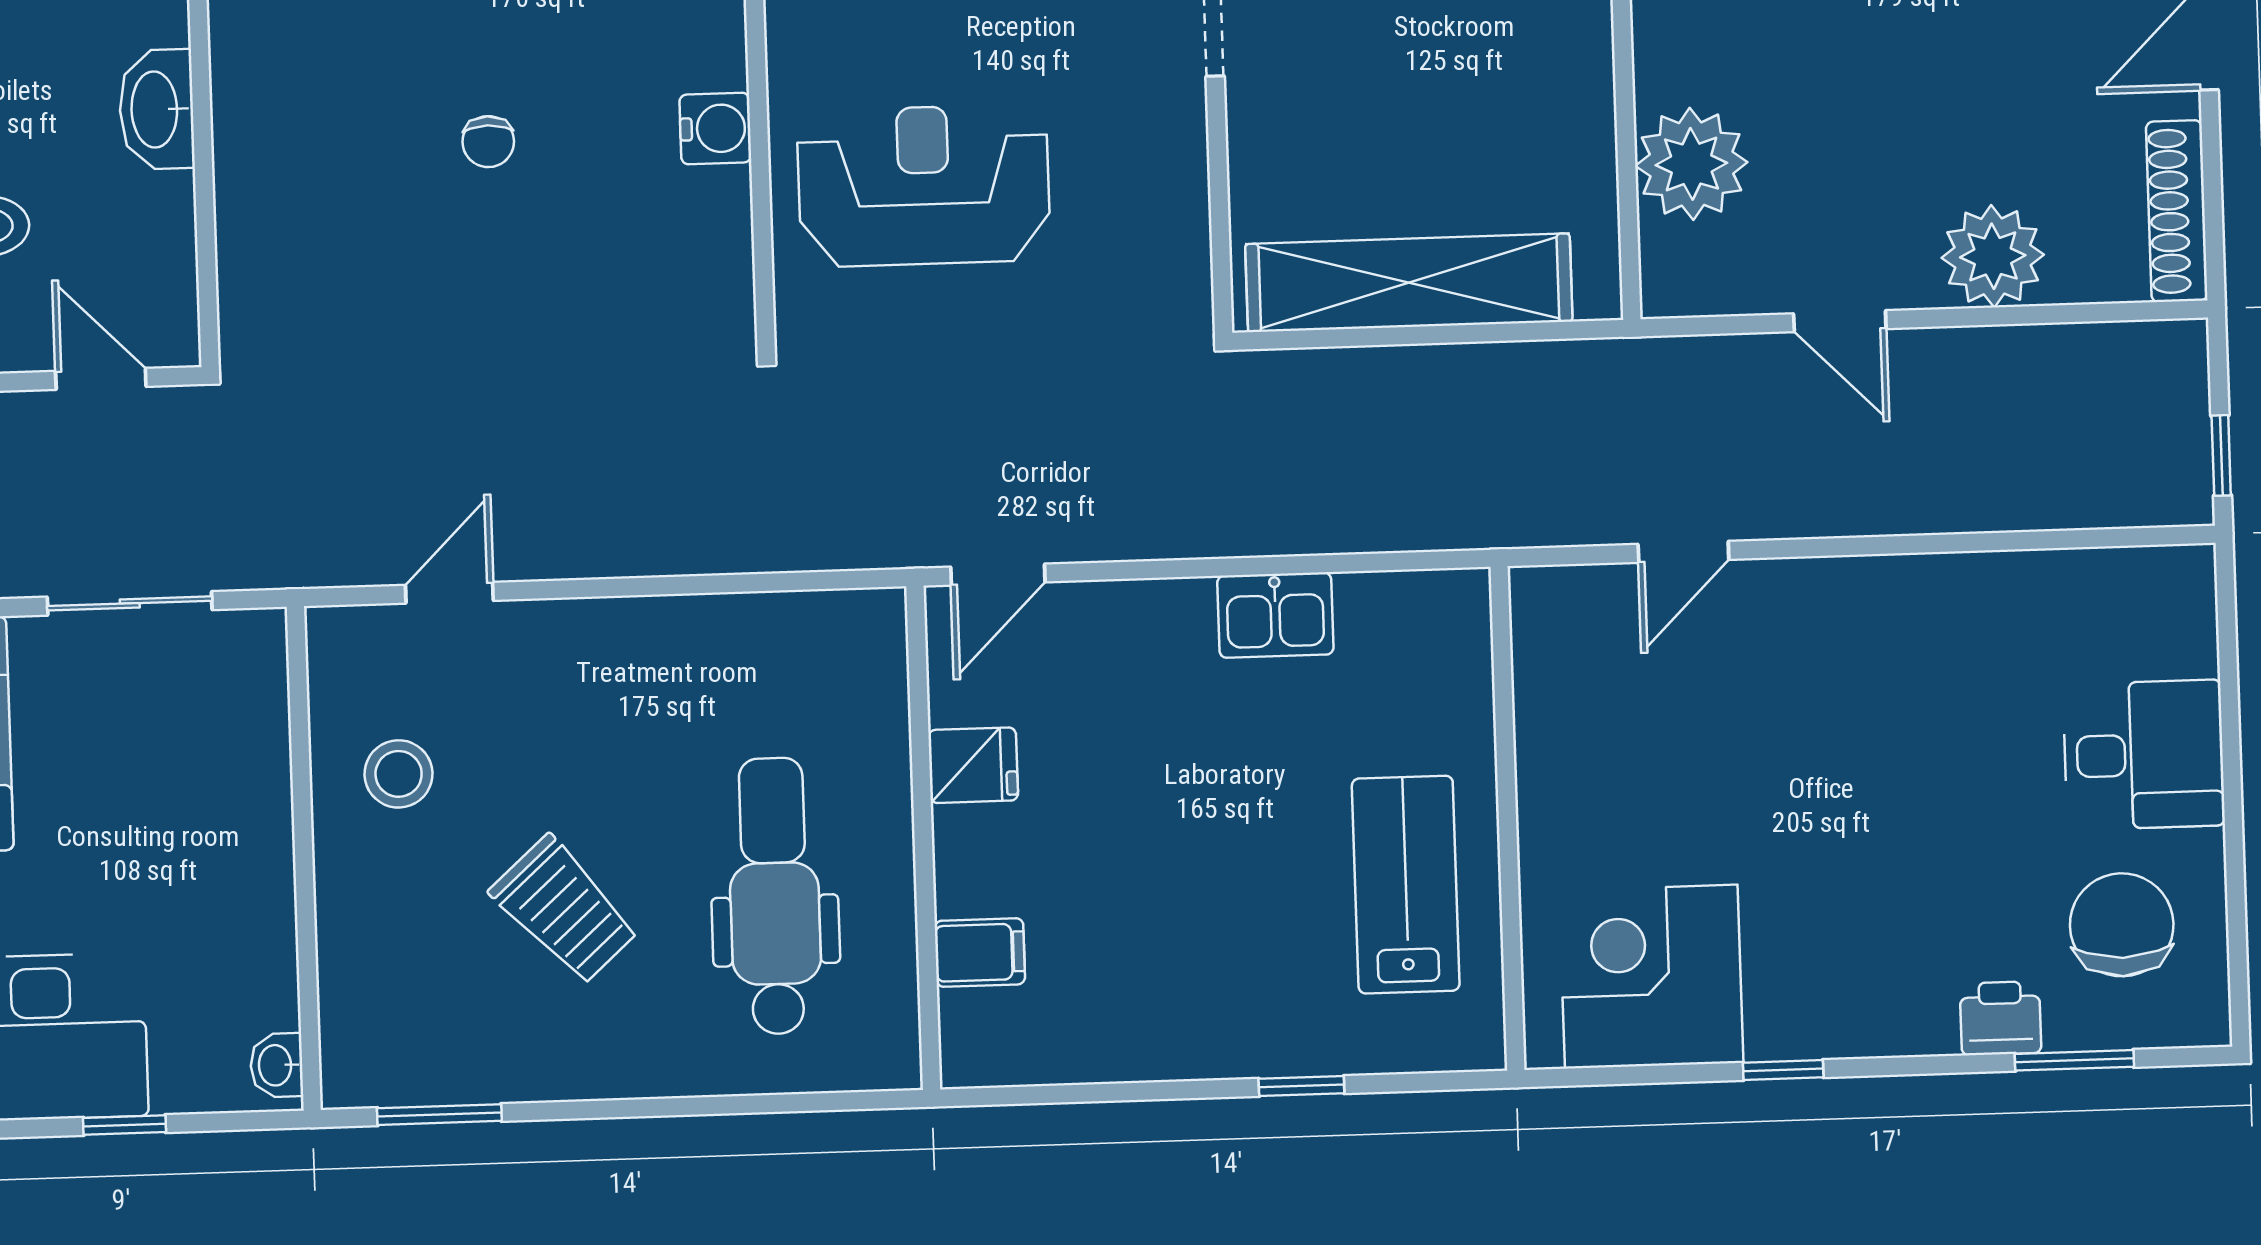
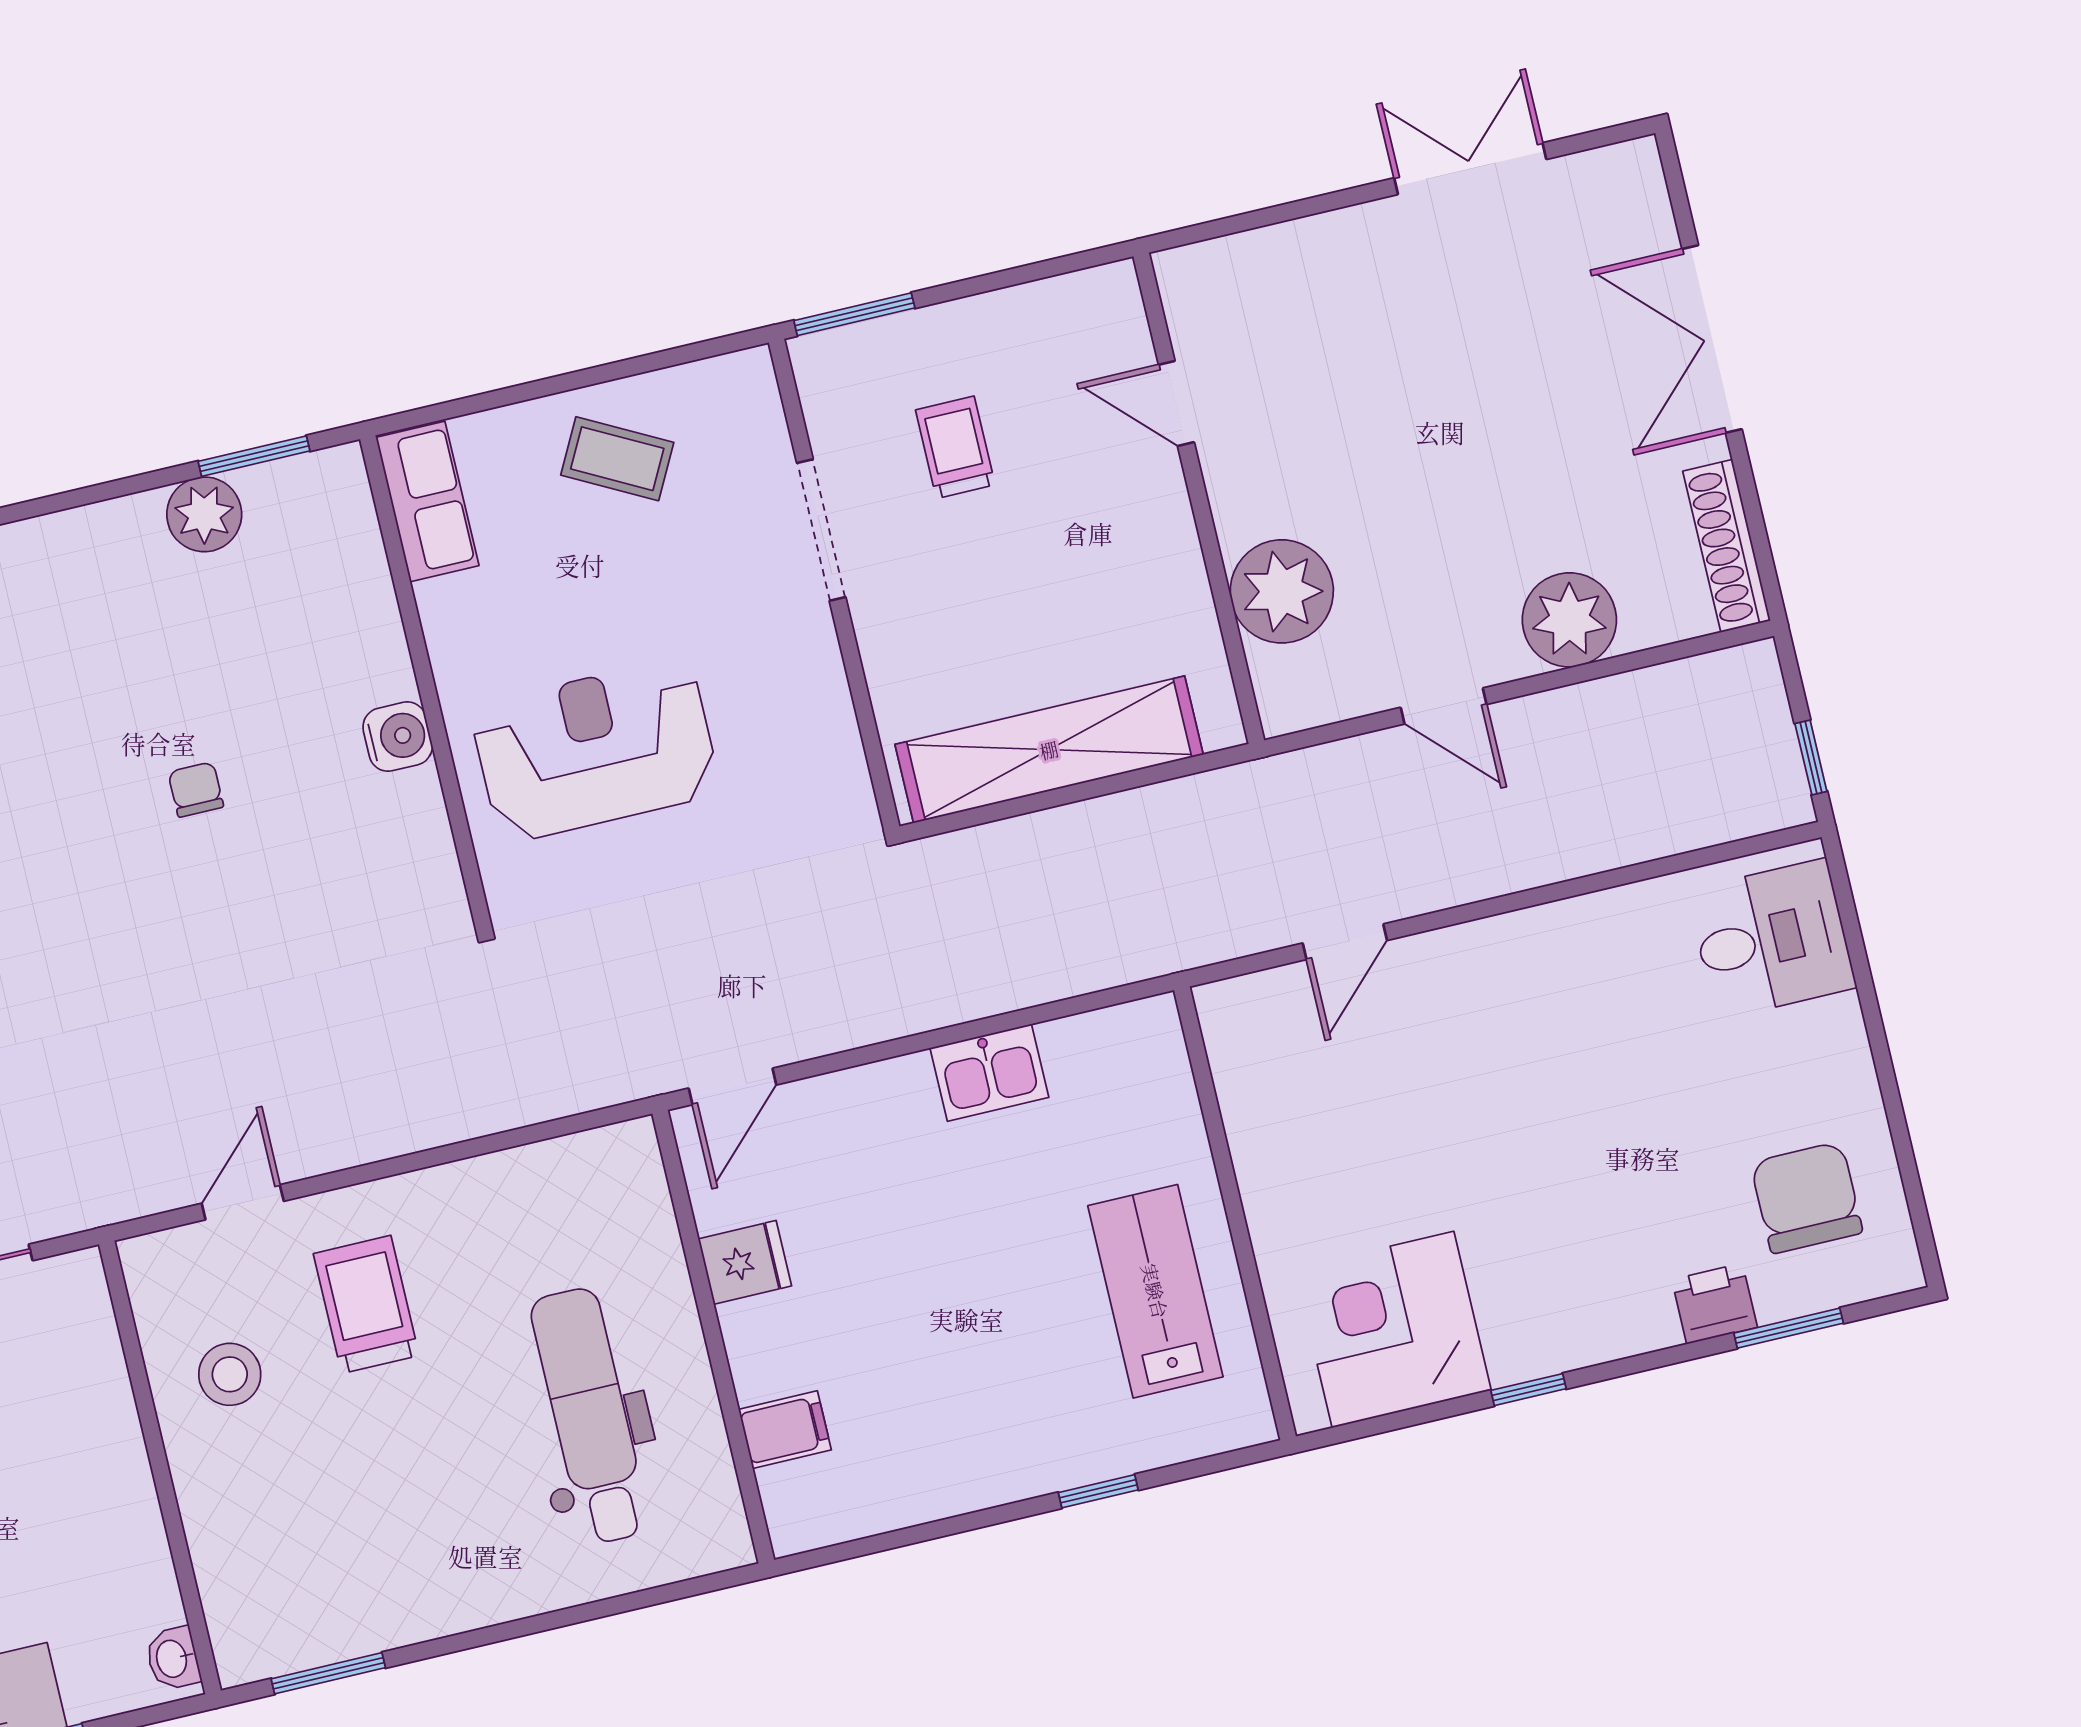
chair: (488, 142) -> (196, 790), turned 180
desk: (2144, 755) -> (1772, 939), moved
trolley: (564, 910) -> (366, 1304), moved, turned -138

